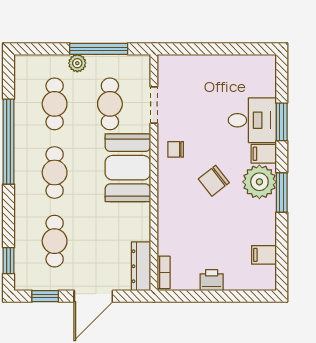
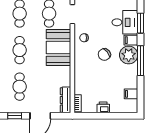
window: (282, 192) -> (141, 61), width x1.44

